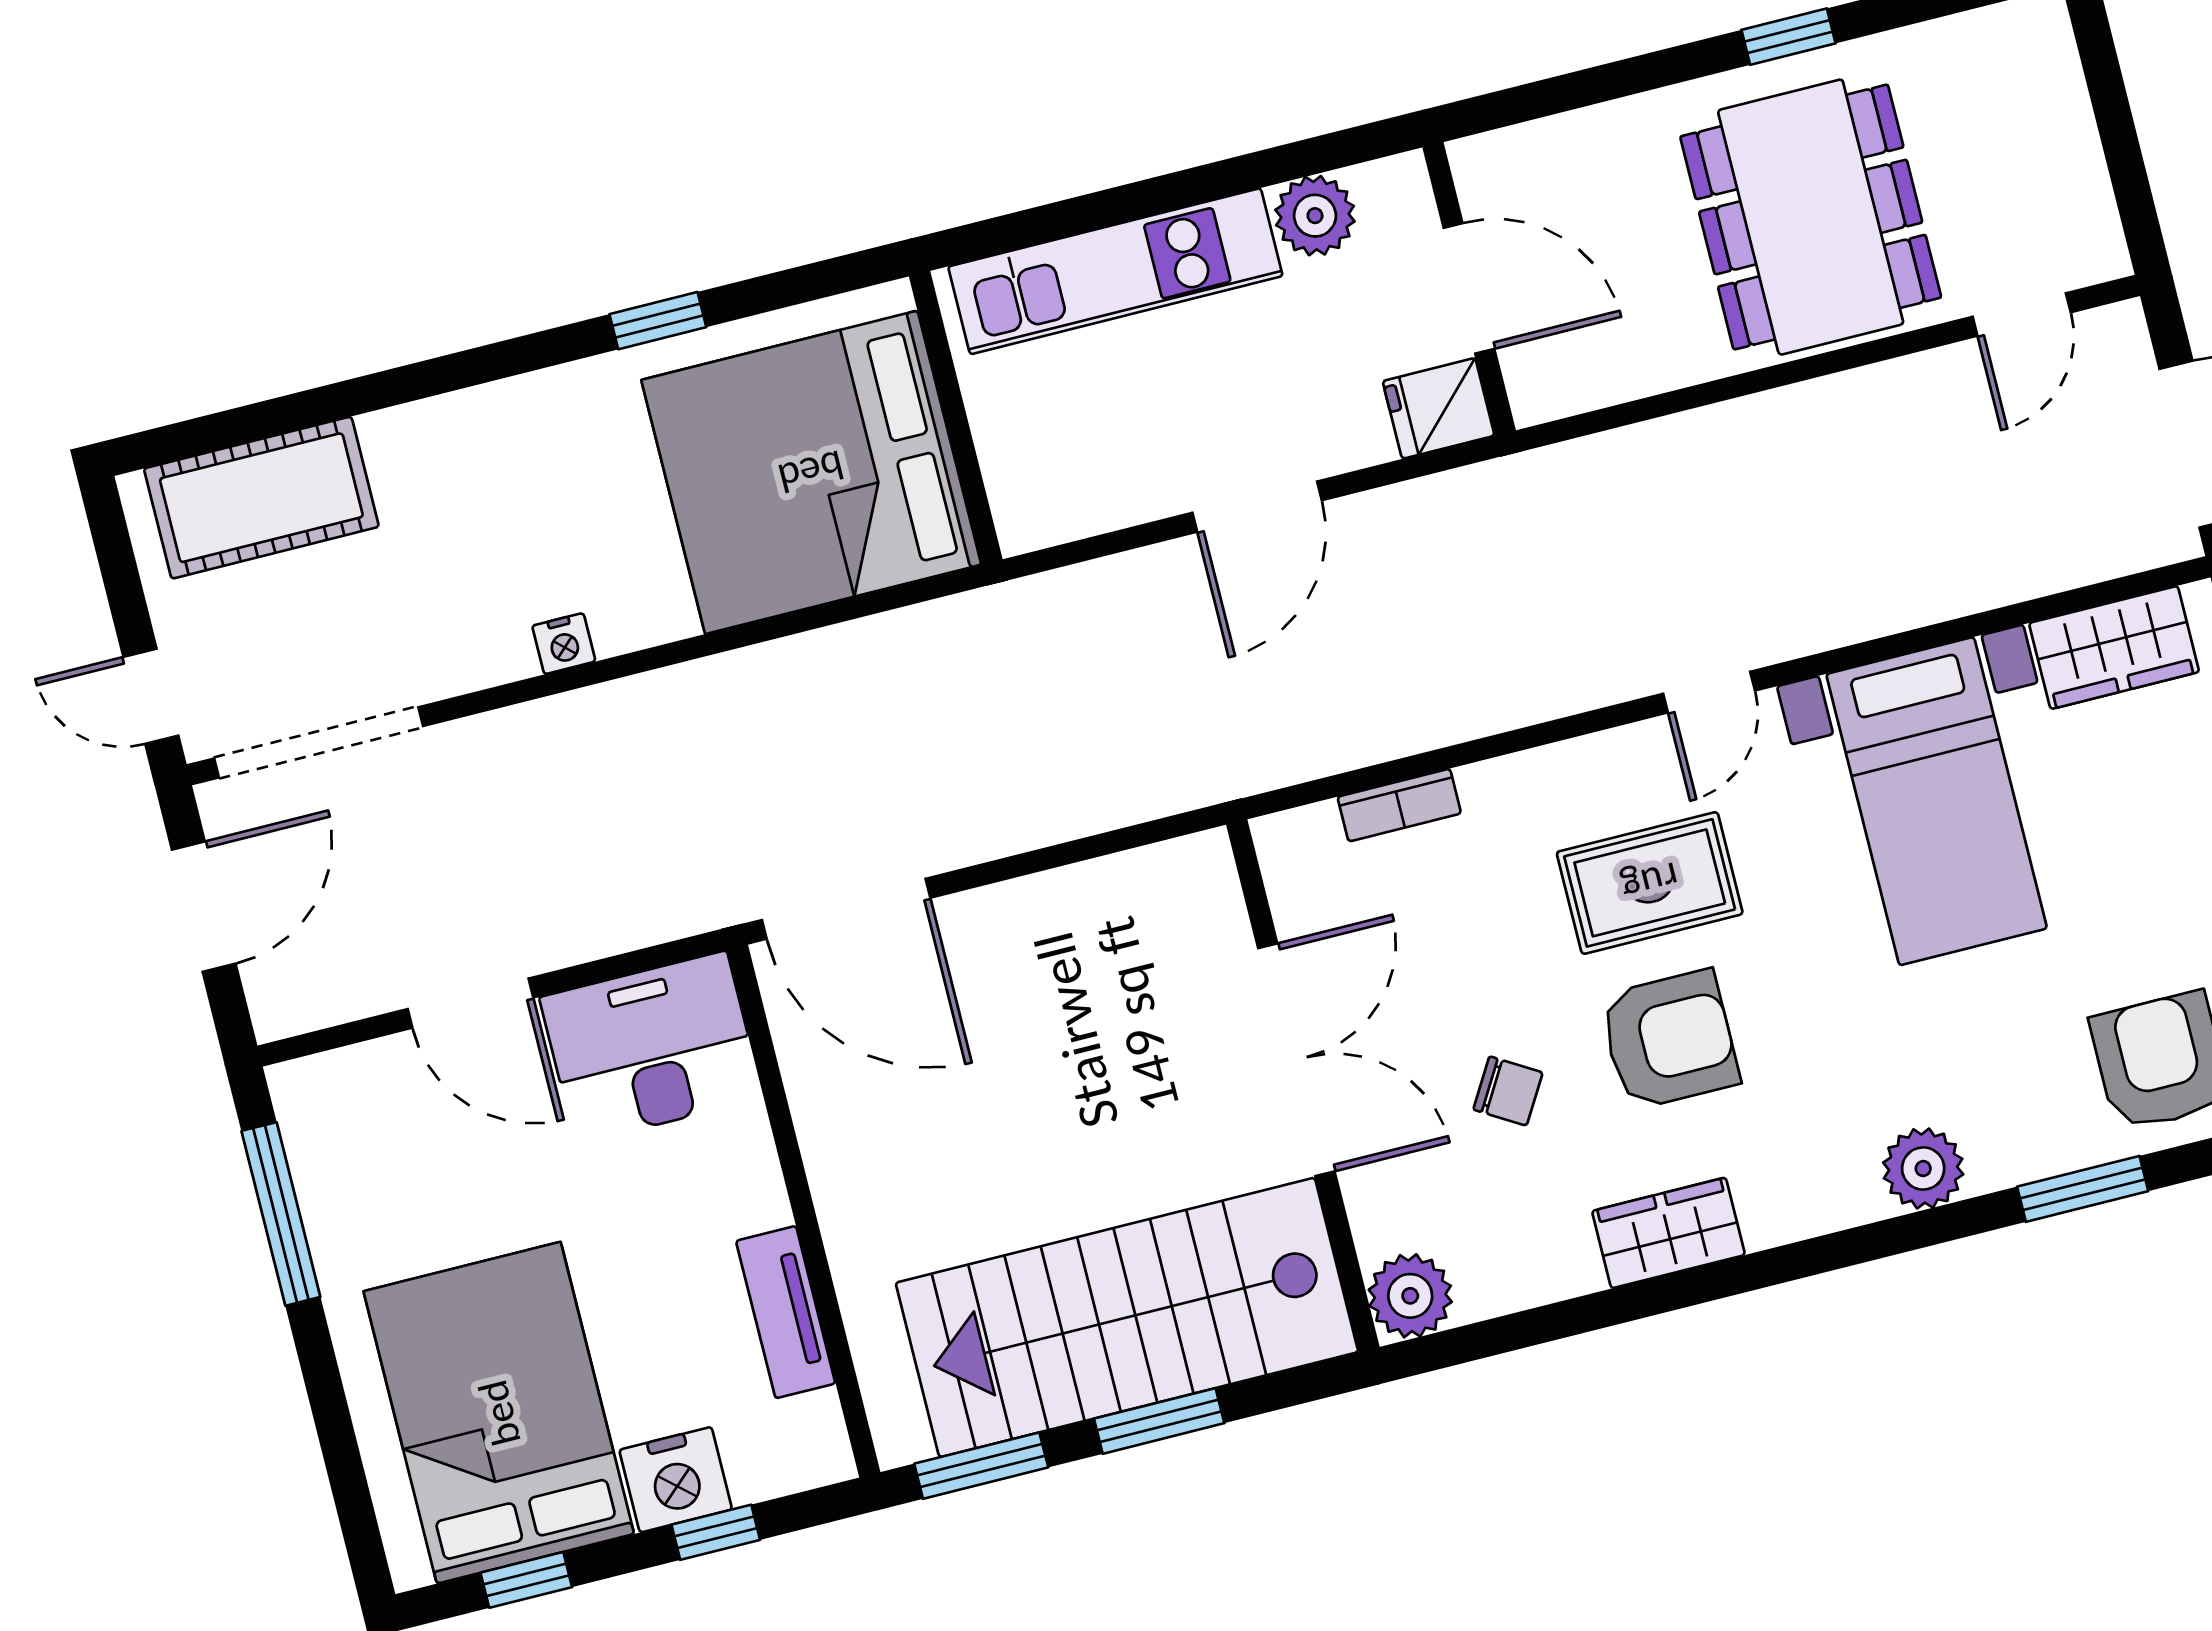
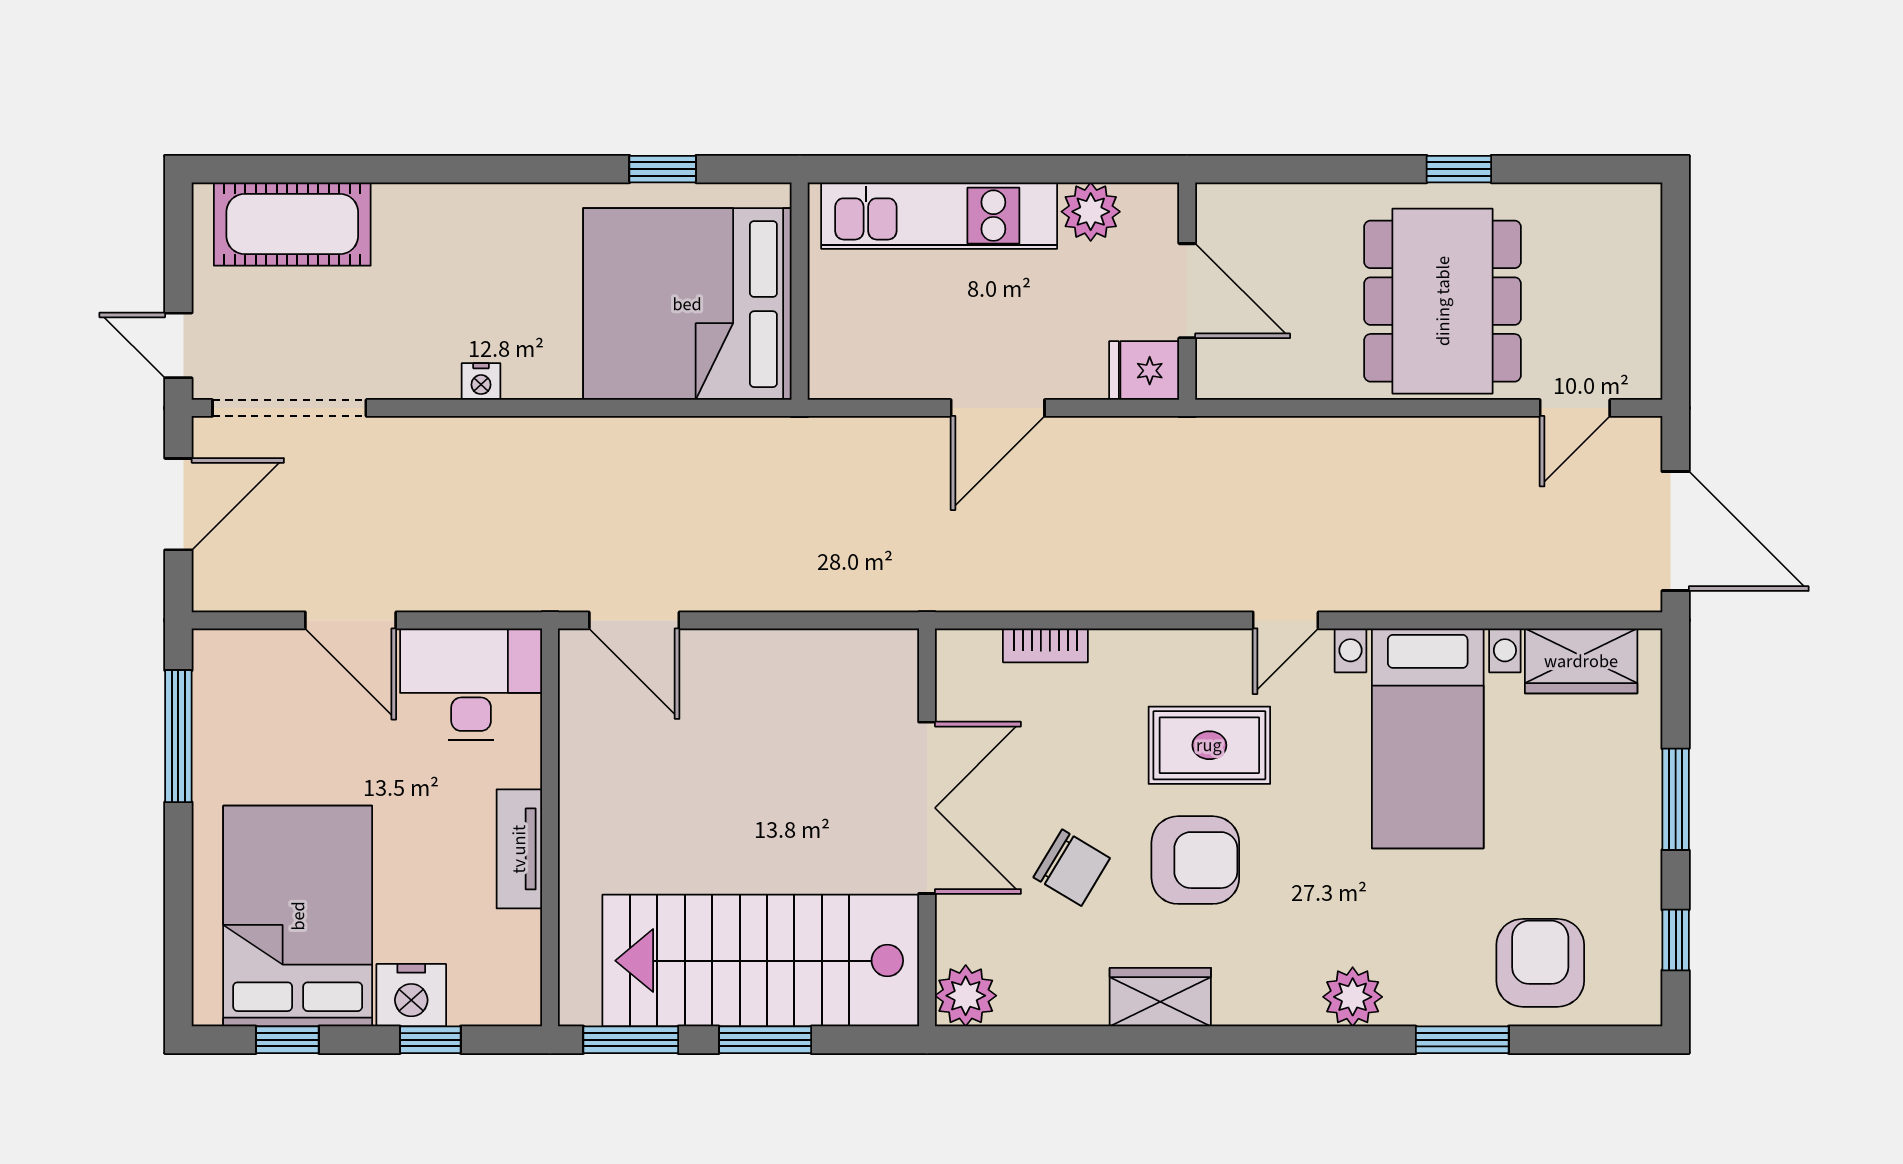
window: (658, 321) -> (663, 169), moved
door: (846, 909) -> (634, 620), width x0.73
chair: (1508, 1091) -> (1072, 868), width x1.37, depth x1.37
tv unit: (786, 1312) -> (519, 849), moved

